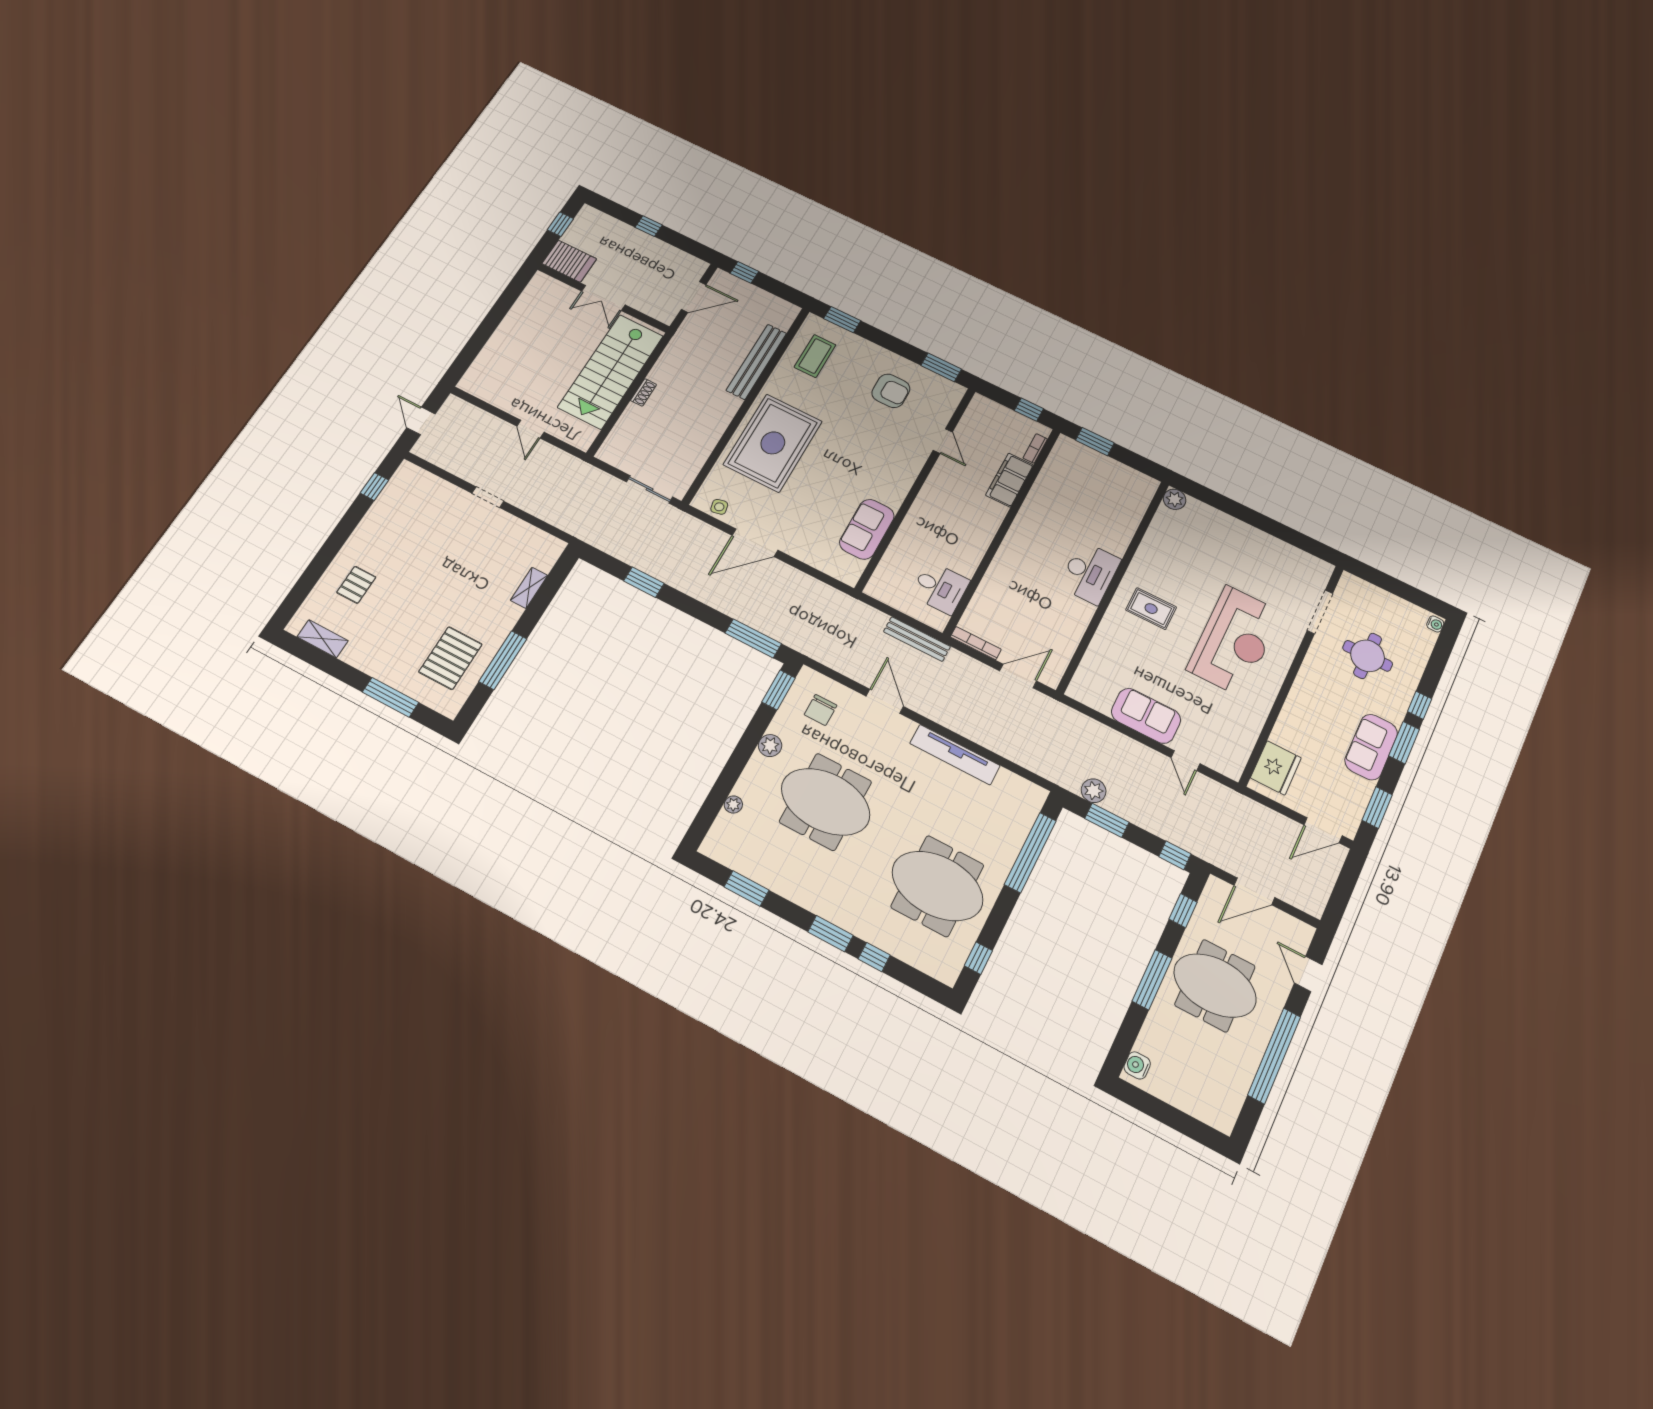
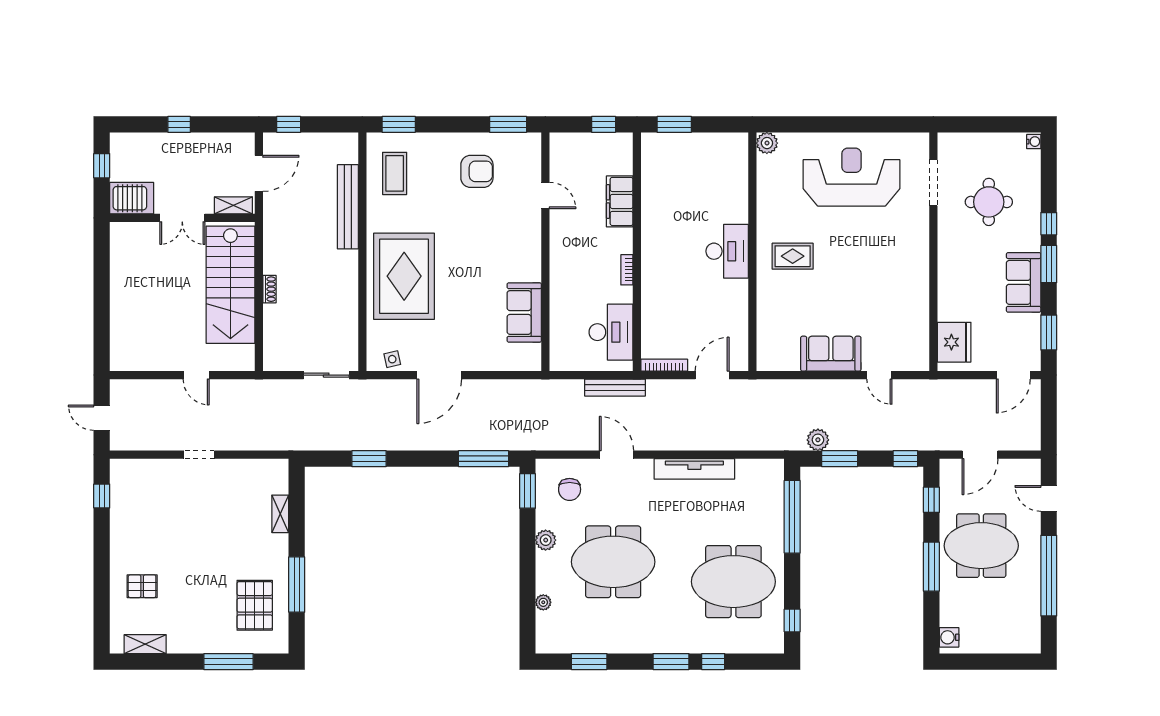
shelving: (655, 310) -> (233, 205), added
bookcase: (1035, 448) -> (627, 270), moved
pallet: (356, 585) -> (142, 586), turned 90
desk: (940, 588) -> (611, 332), width x1.37
reception desk: (1234, 641) -> (852, 177), moved, turned -90

